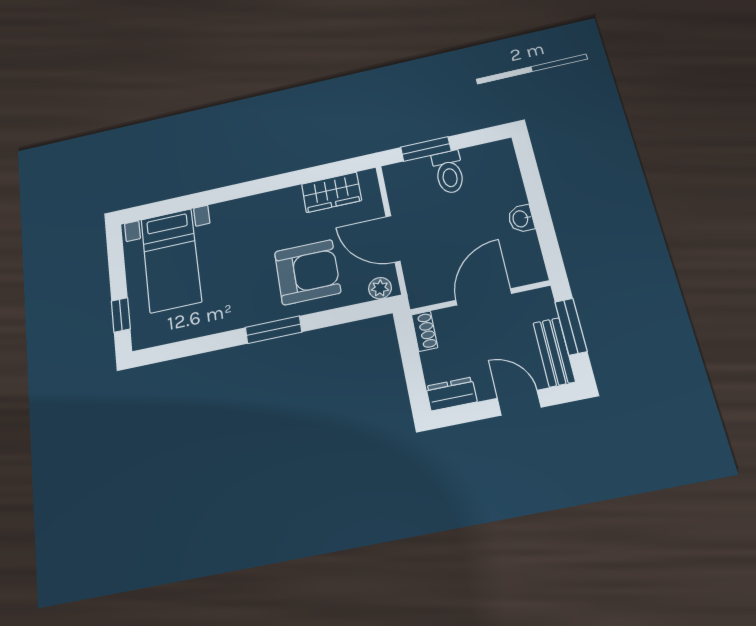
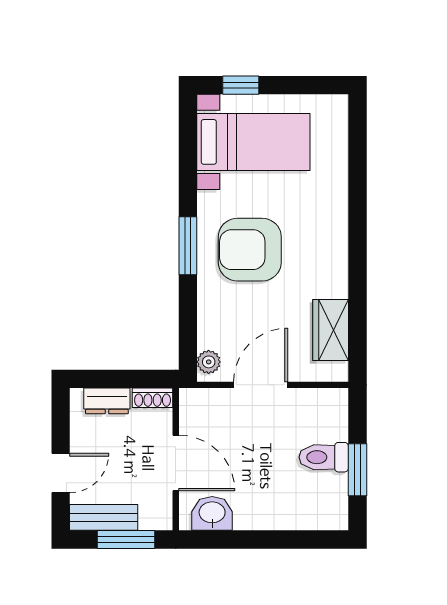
window: (426, 149) -> (357, 470), moved
washbasin: (521, 219) -> (212, 513), moved, width x1.38, depth x1.45
bed with nightstands: (171, 260) -> (253, 142), moved, turned 180
armchair: (308, 272) -> (250, 250), moved, turned 90
dresser: (451, 394) -> (107, 401), moved, turned 90

